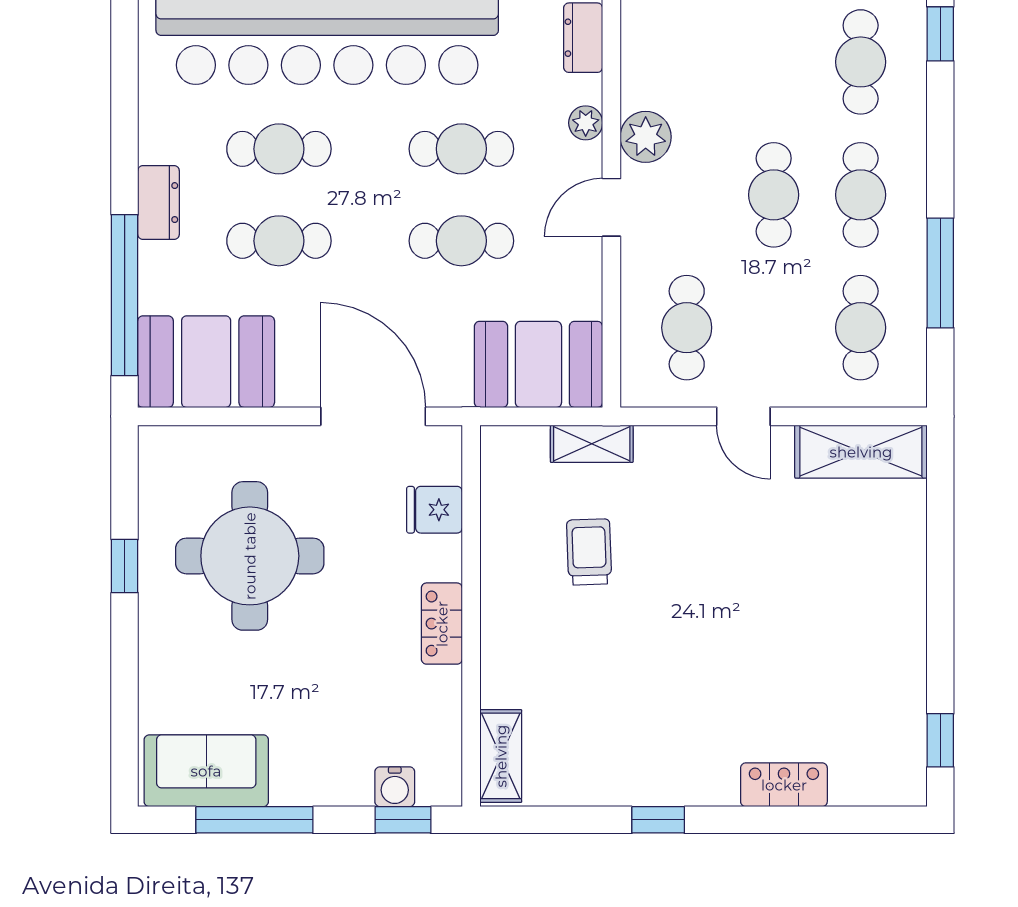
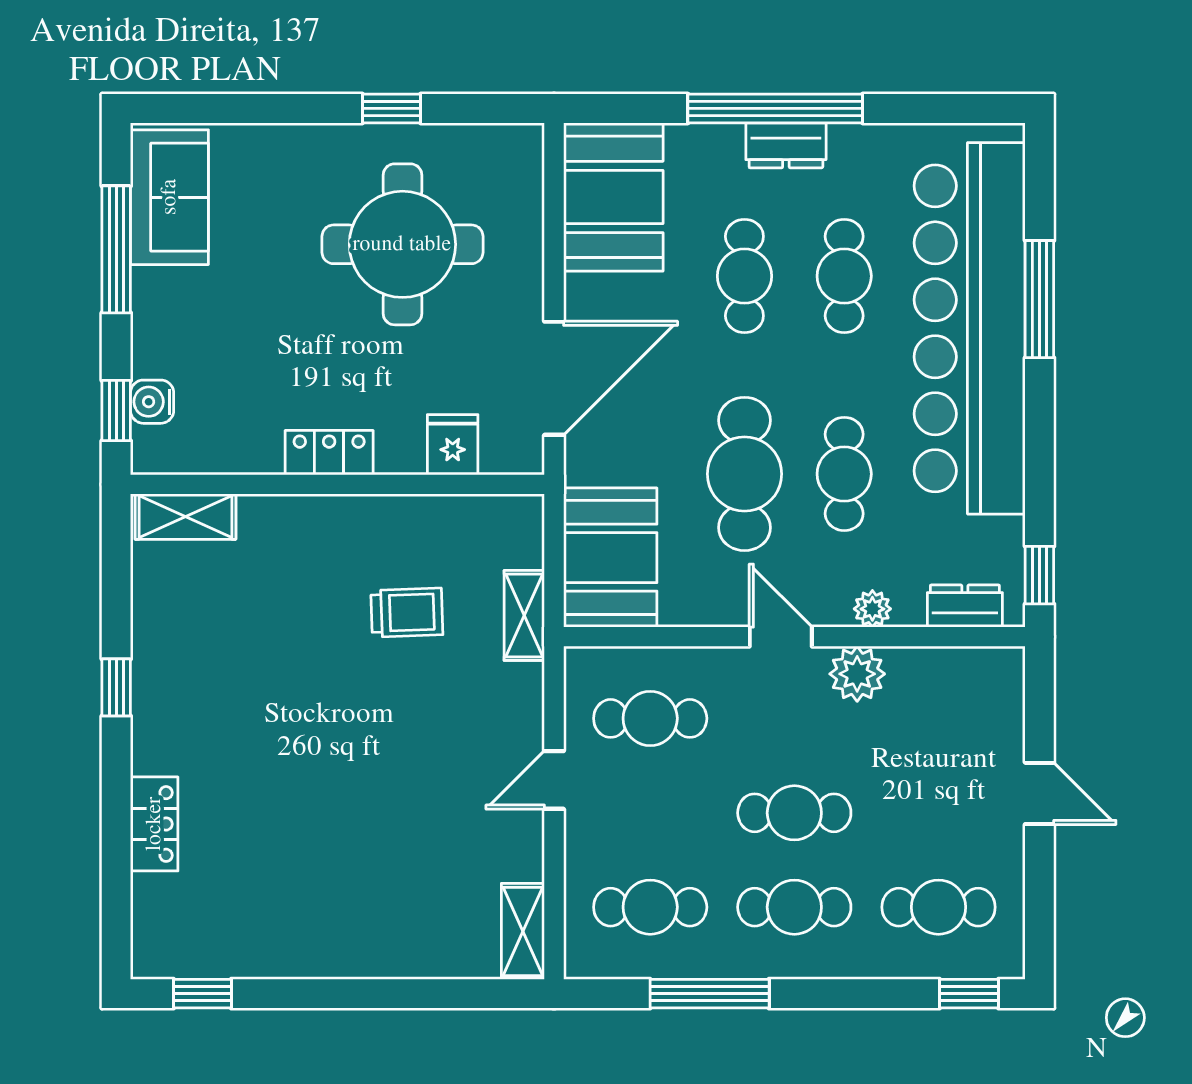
cafe table: (461, 241) -> (744, 474), width x1.37, depth x1.35
window: (125, 295) -> (775, 108), moved
shelving: (861, 452) -> (523, 931), width x0.67, depth x0.75

